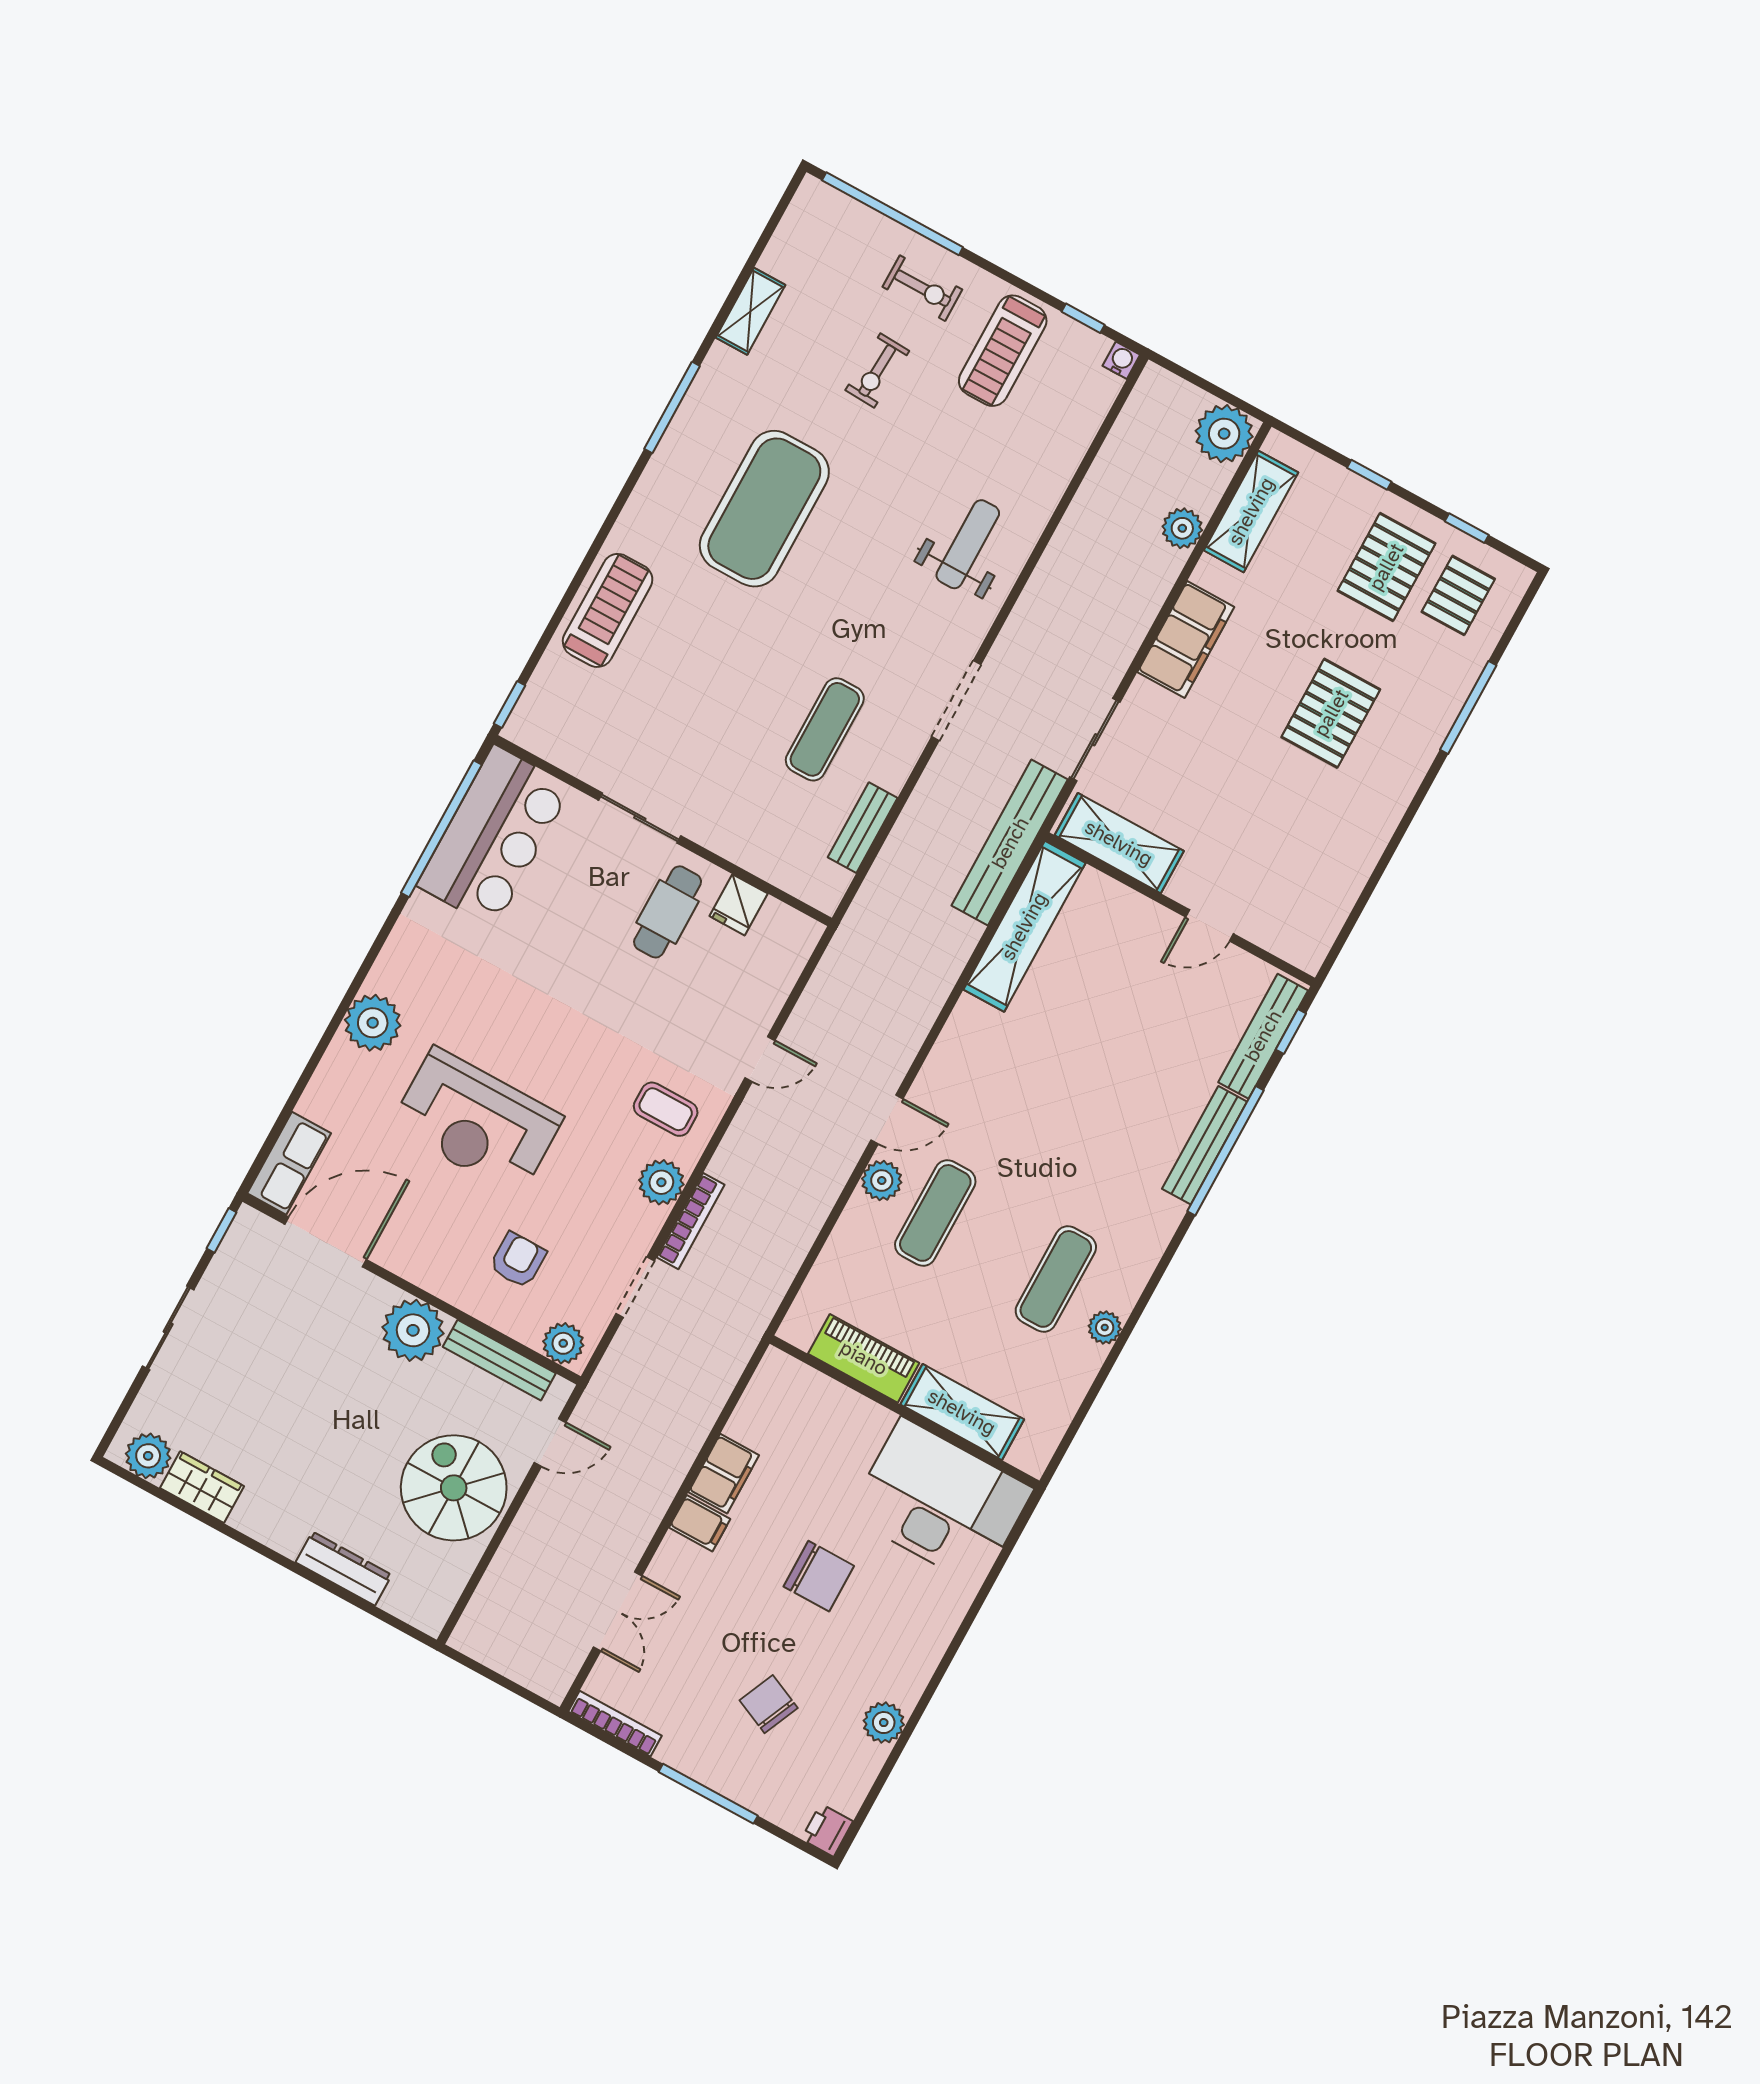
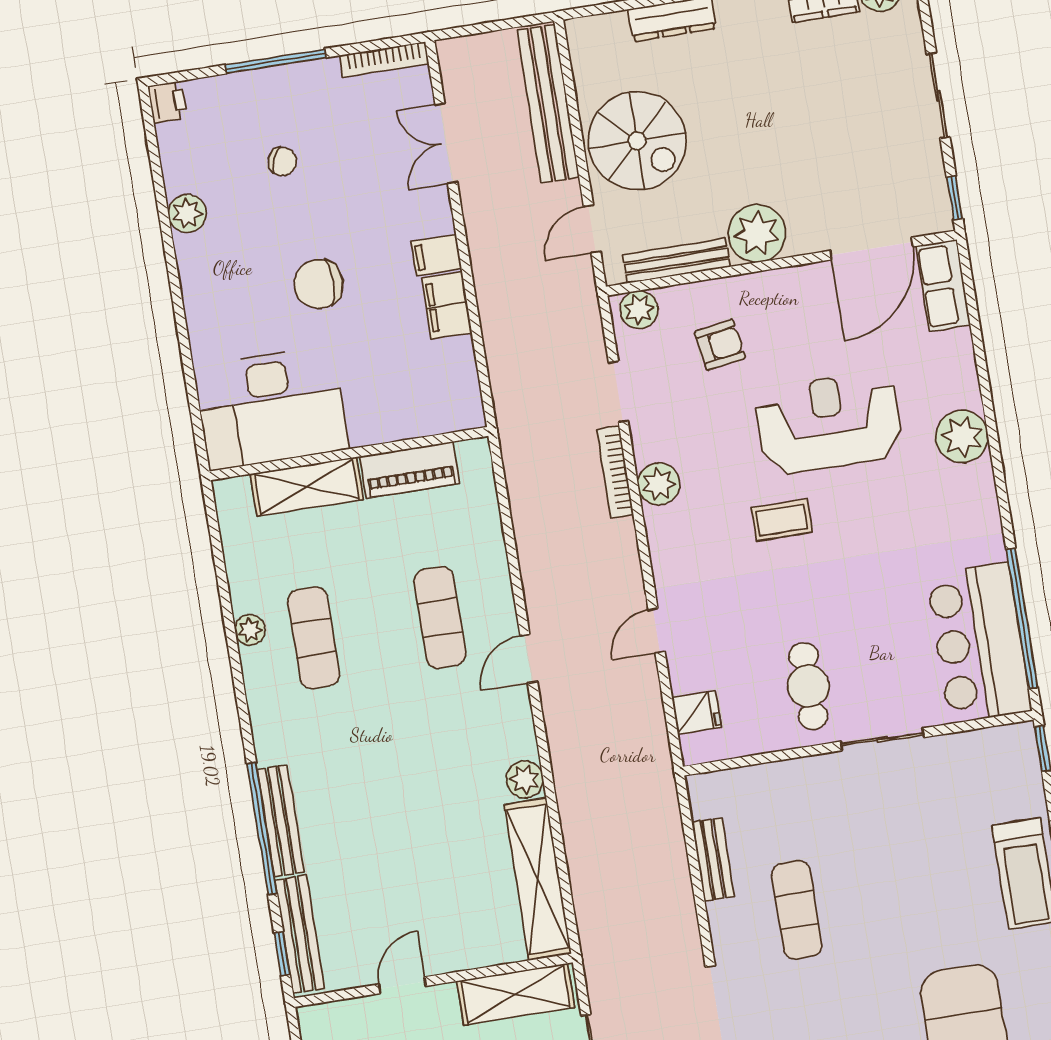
bench: (1010, 843) -> (548, 104), moved
fridge: (739, 905) -> (697, 712), moved, turned 90
coffee table: (666, 1109) -> (782, 520), moved
plant: (882, 1181) -> (525, 779), moved
armchair: (518, 1260) -> (720, 345), turned -99
chair: (769, 1704) -> (282, 162), width x0.73, depth x0.73

